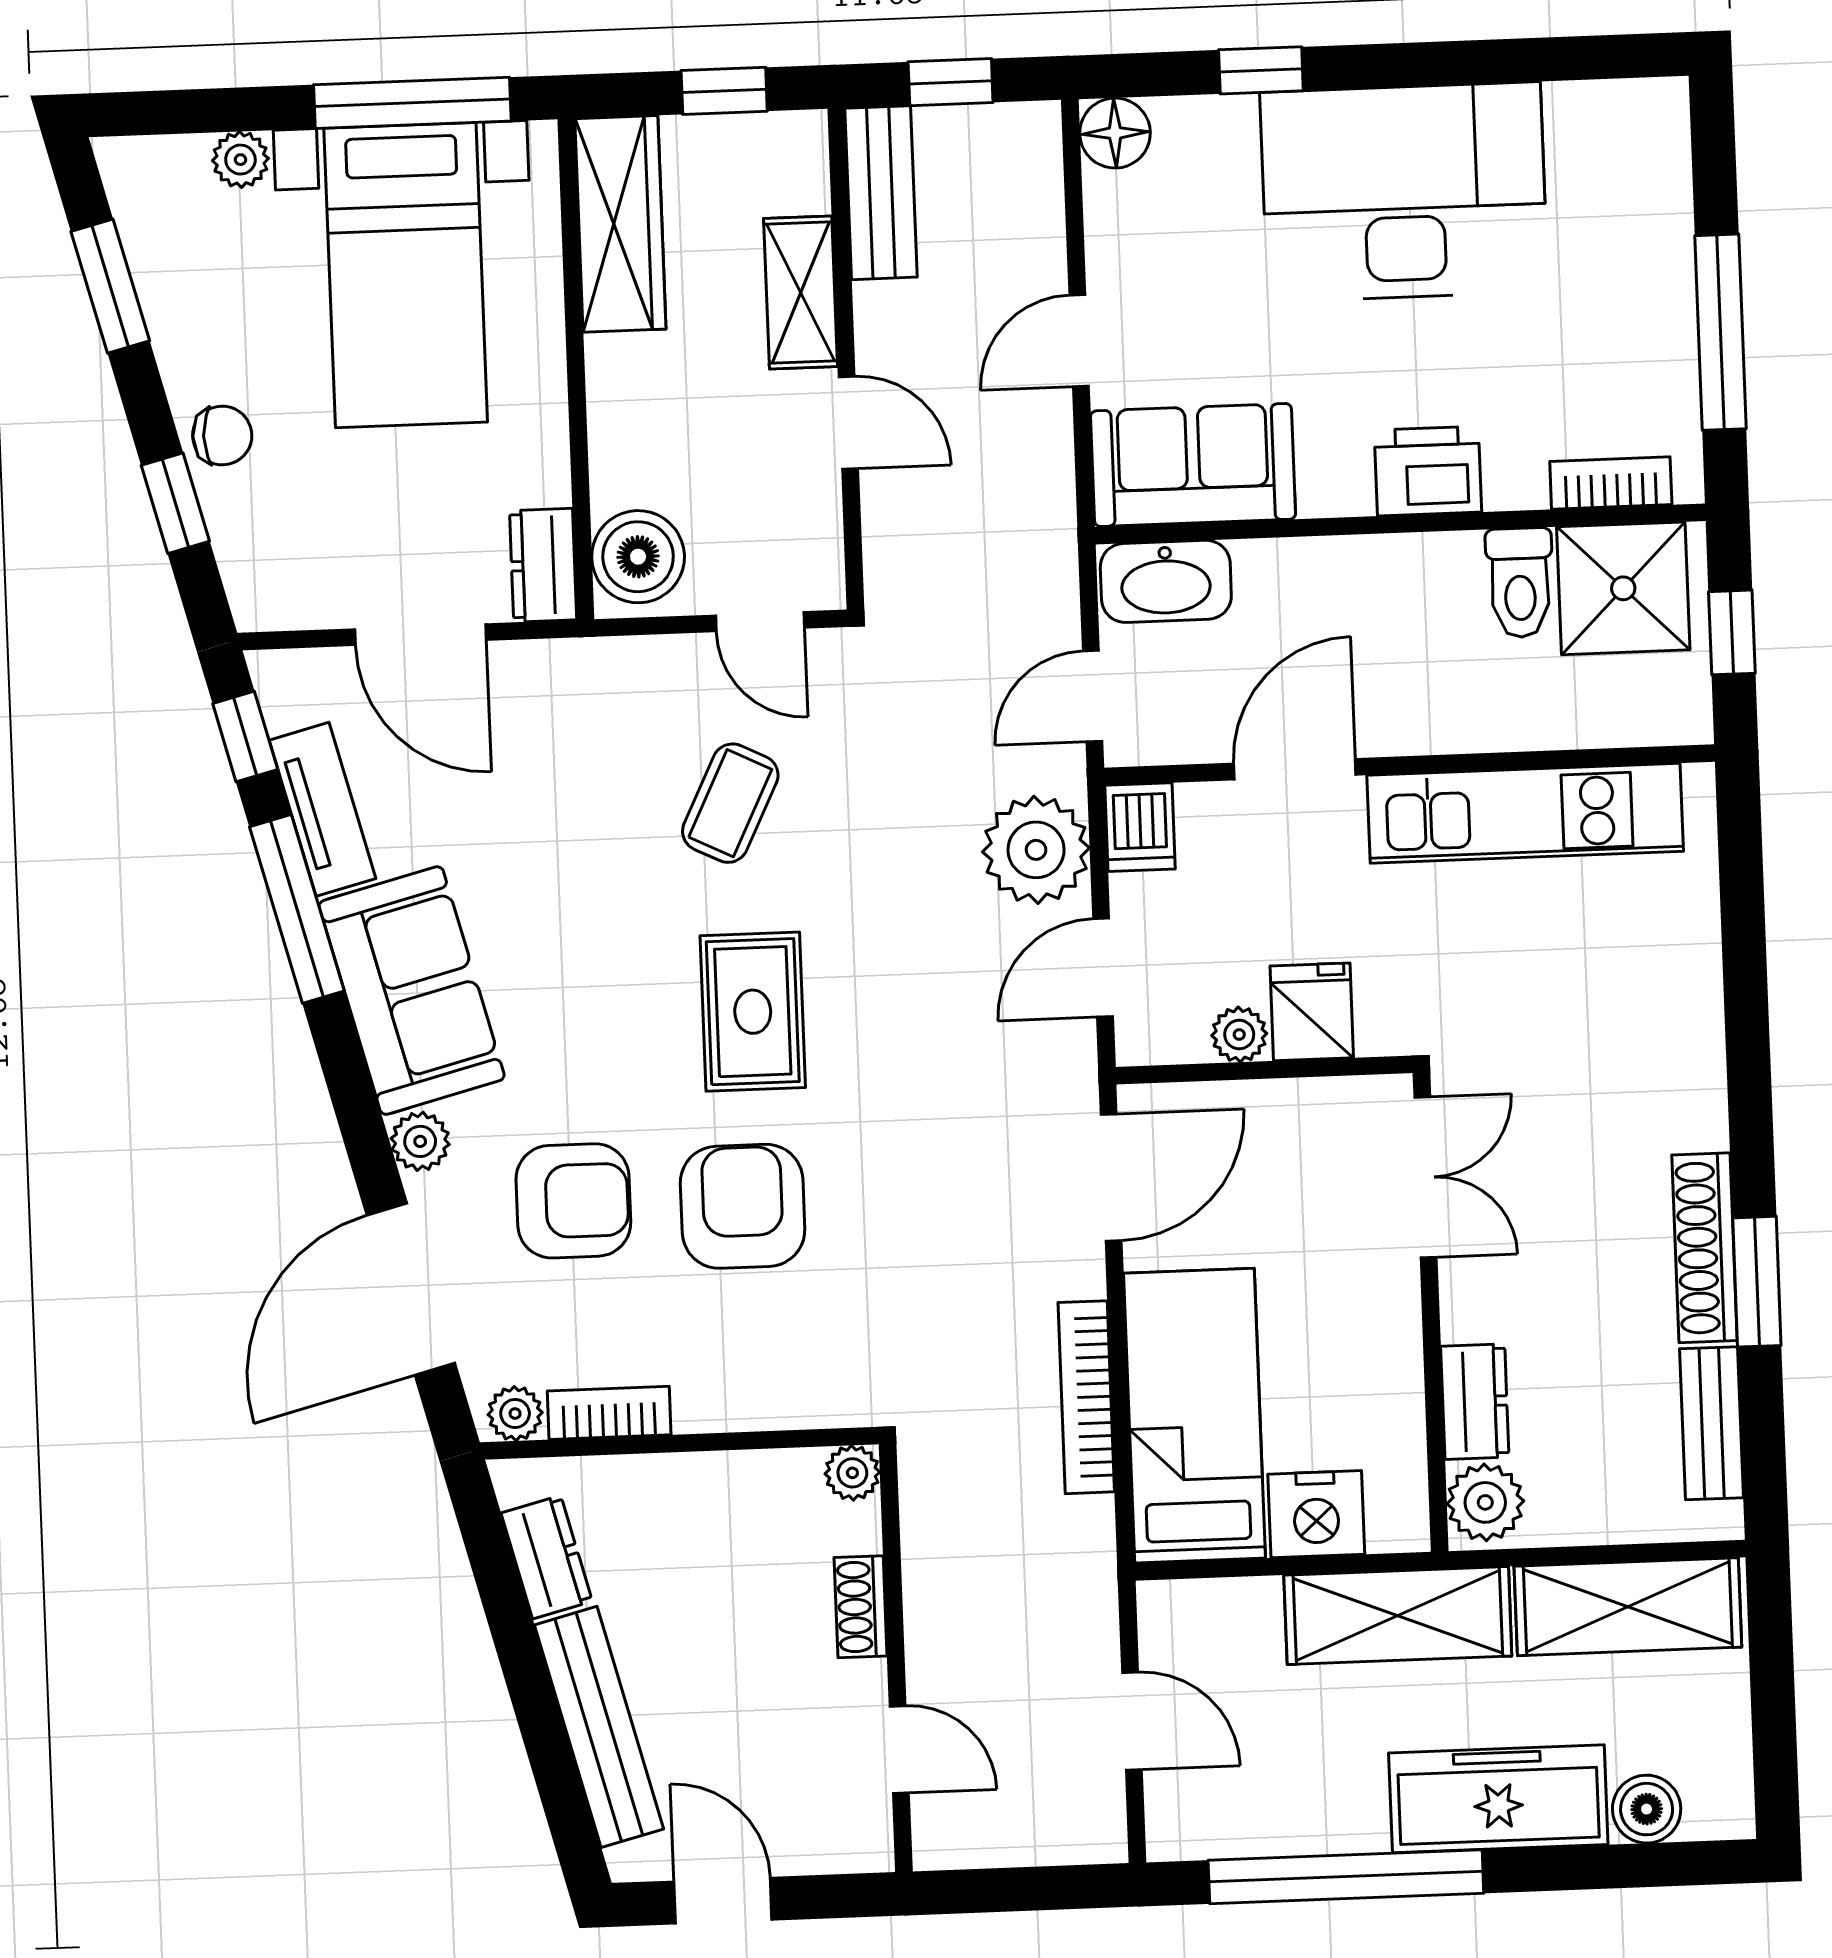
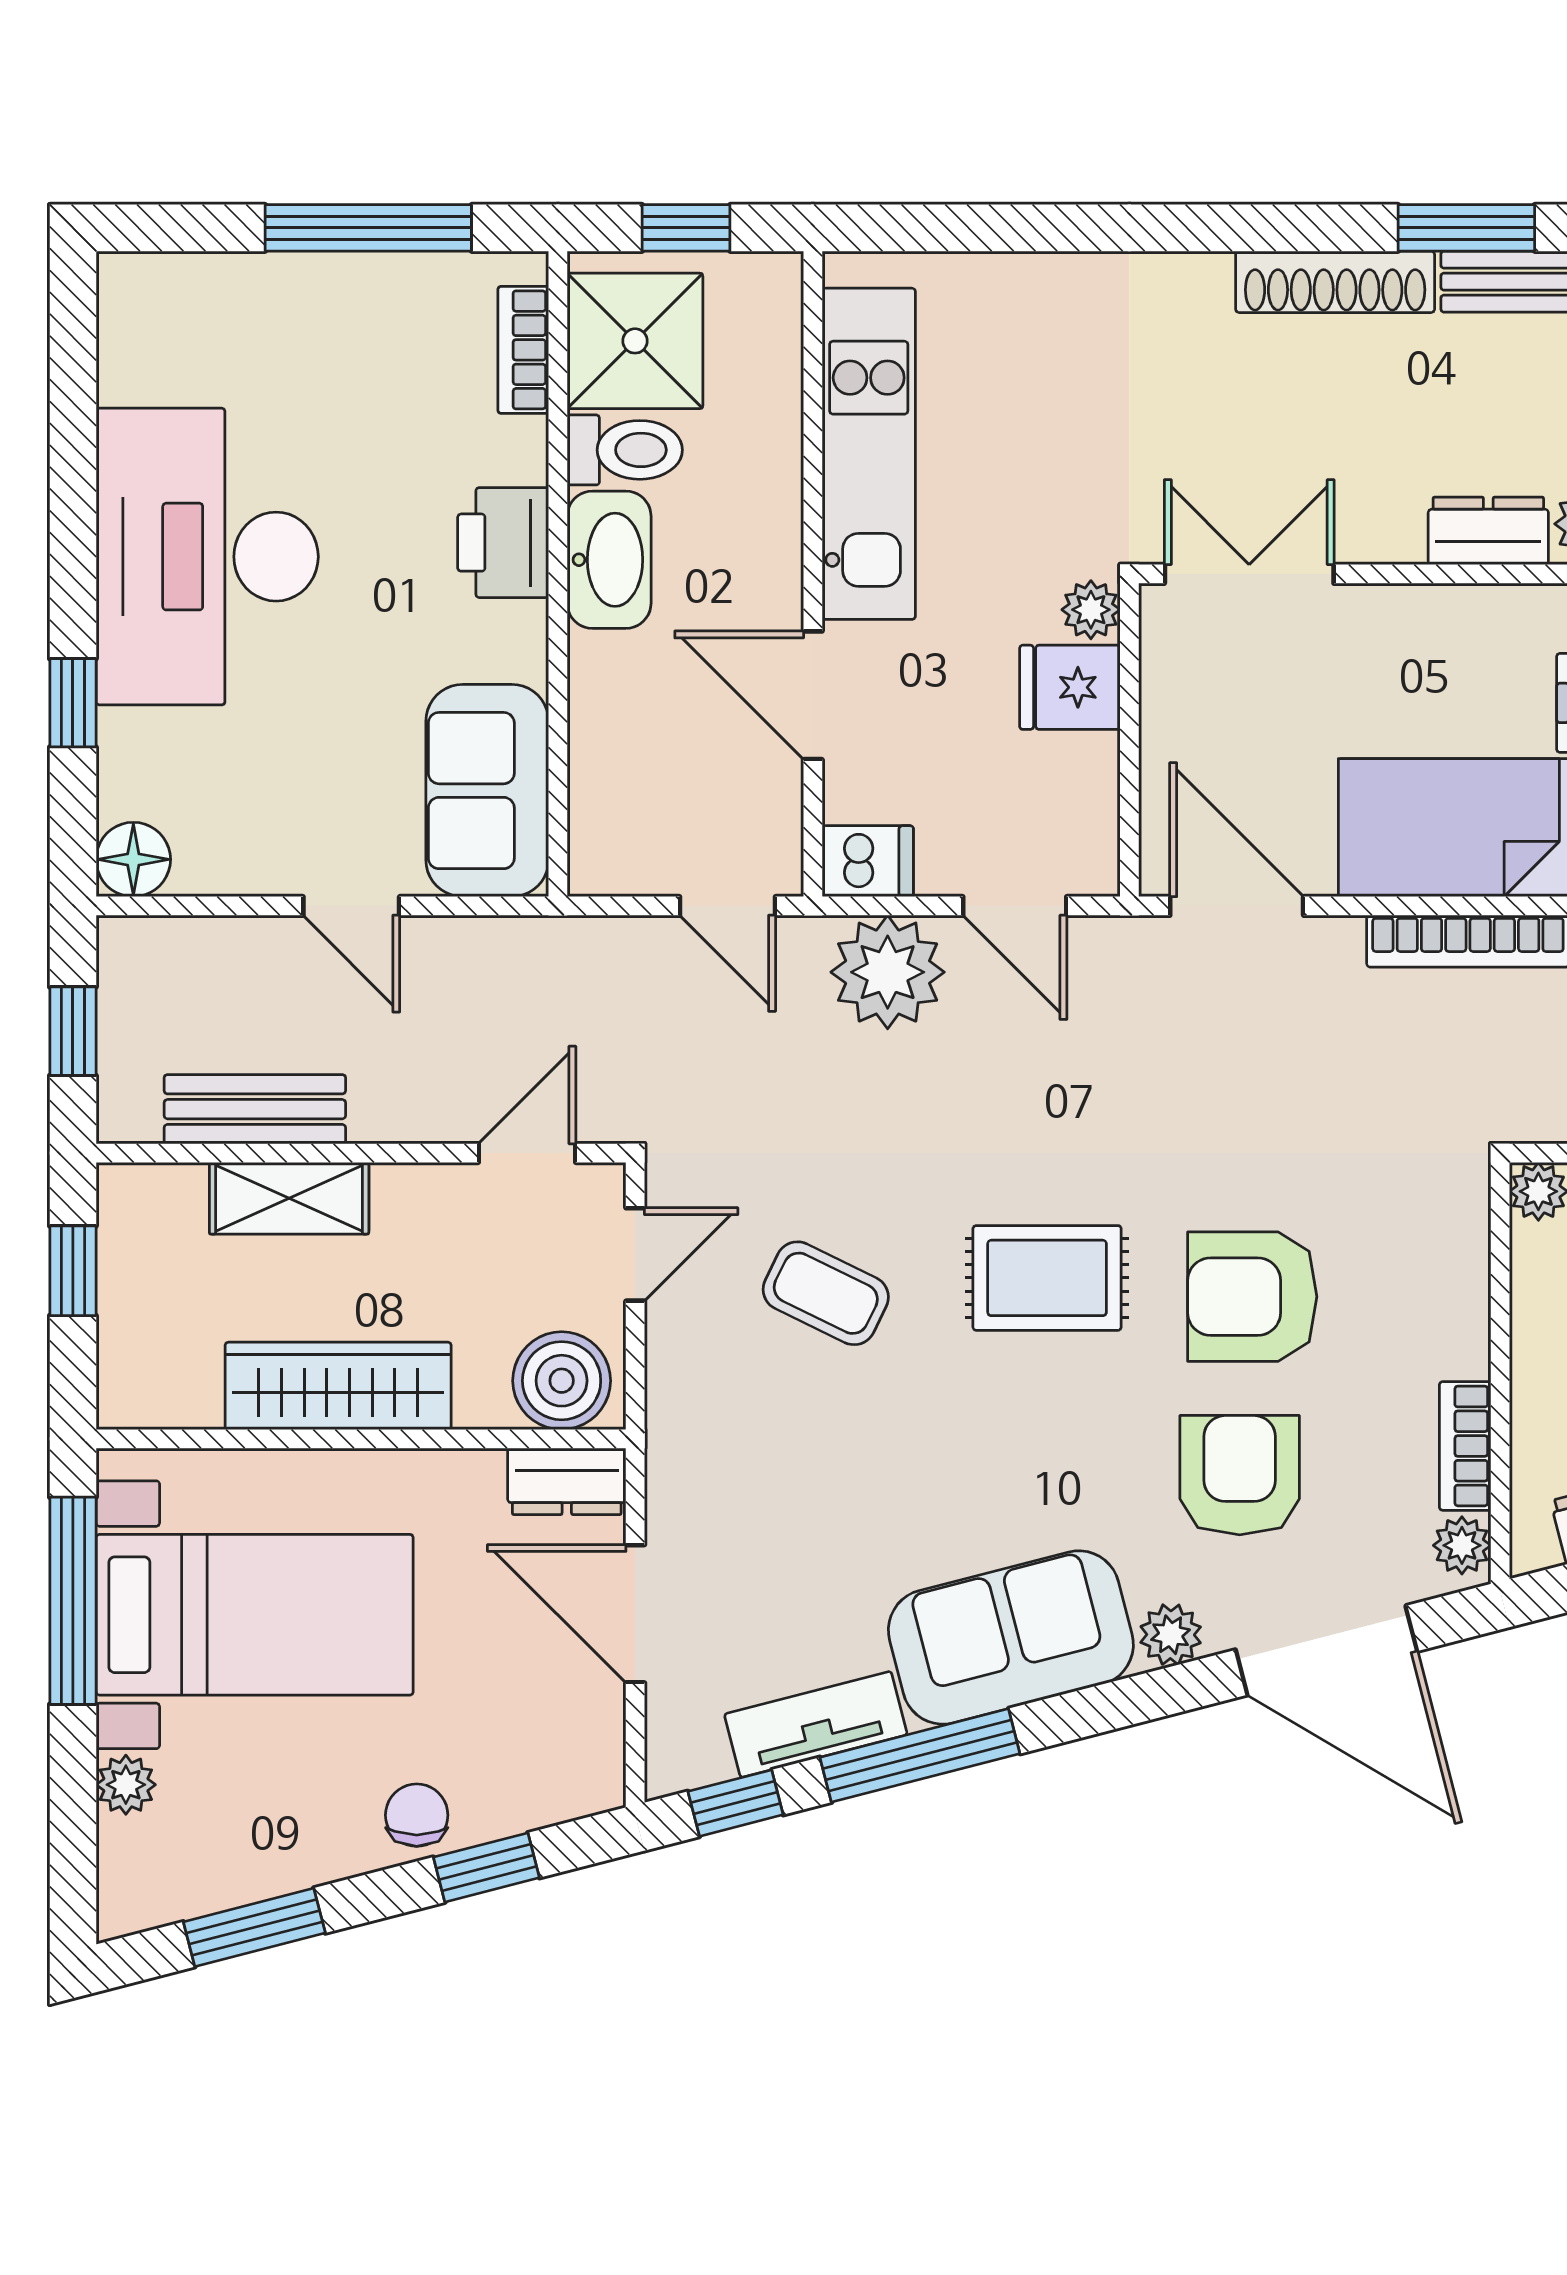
bench: (881, 193) -> (255, 1109), moved
wardrobe: (620, 224) -> (338, 1386), moved
door: (848, 423) -> (527, 1153), moved
washbasin: (1166, 581) -> (609, 560), moved
door: (420, 635) -> (635, 1614), swing flipped
plant: (1239, 1035) -> (1091, 610), moved
window: (1757, 1282) -> (1466, 228), moved

